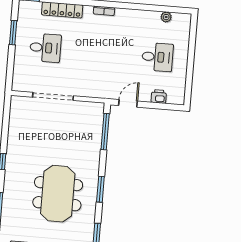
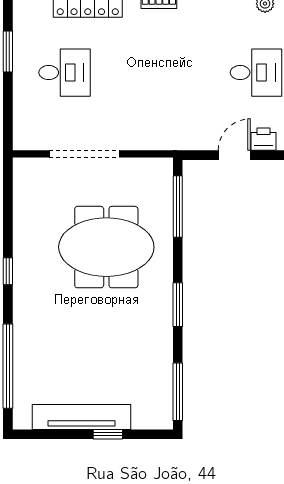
door: (128, 103) -> (234, 155), moved
meeting table: (58, 194) -> (106, 247), moved, turned 90

